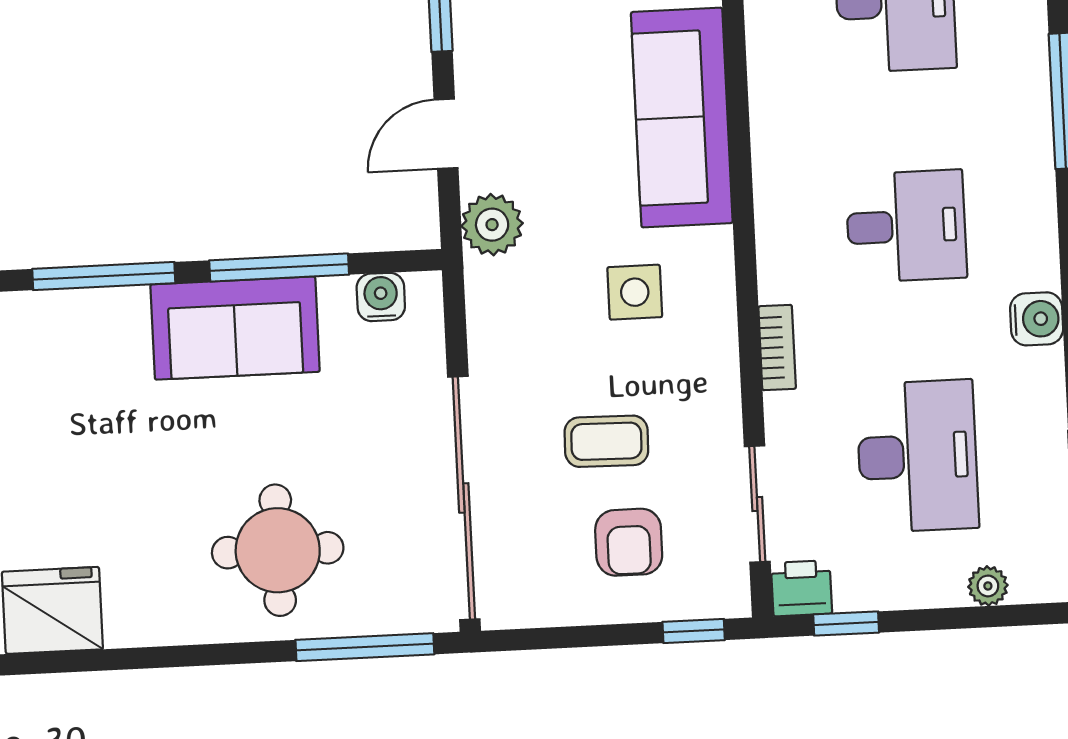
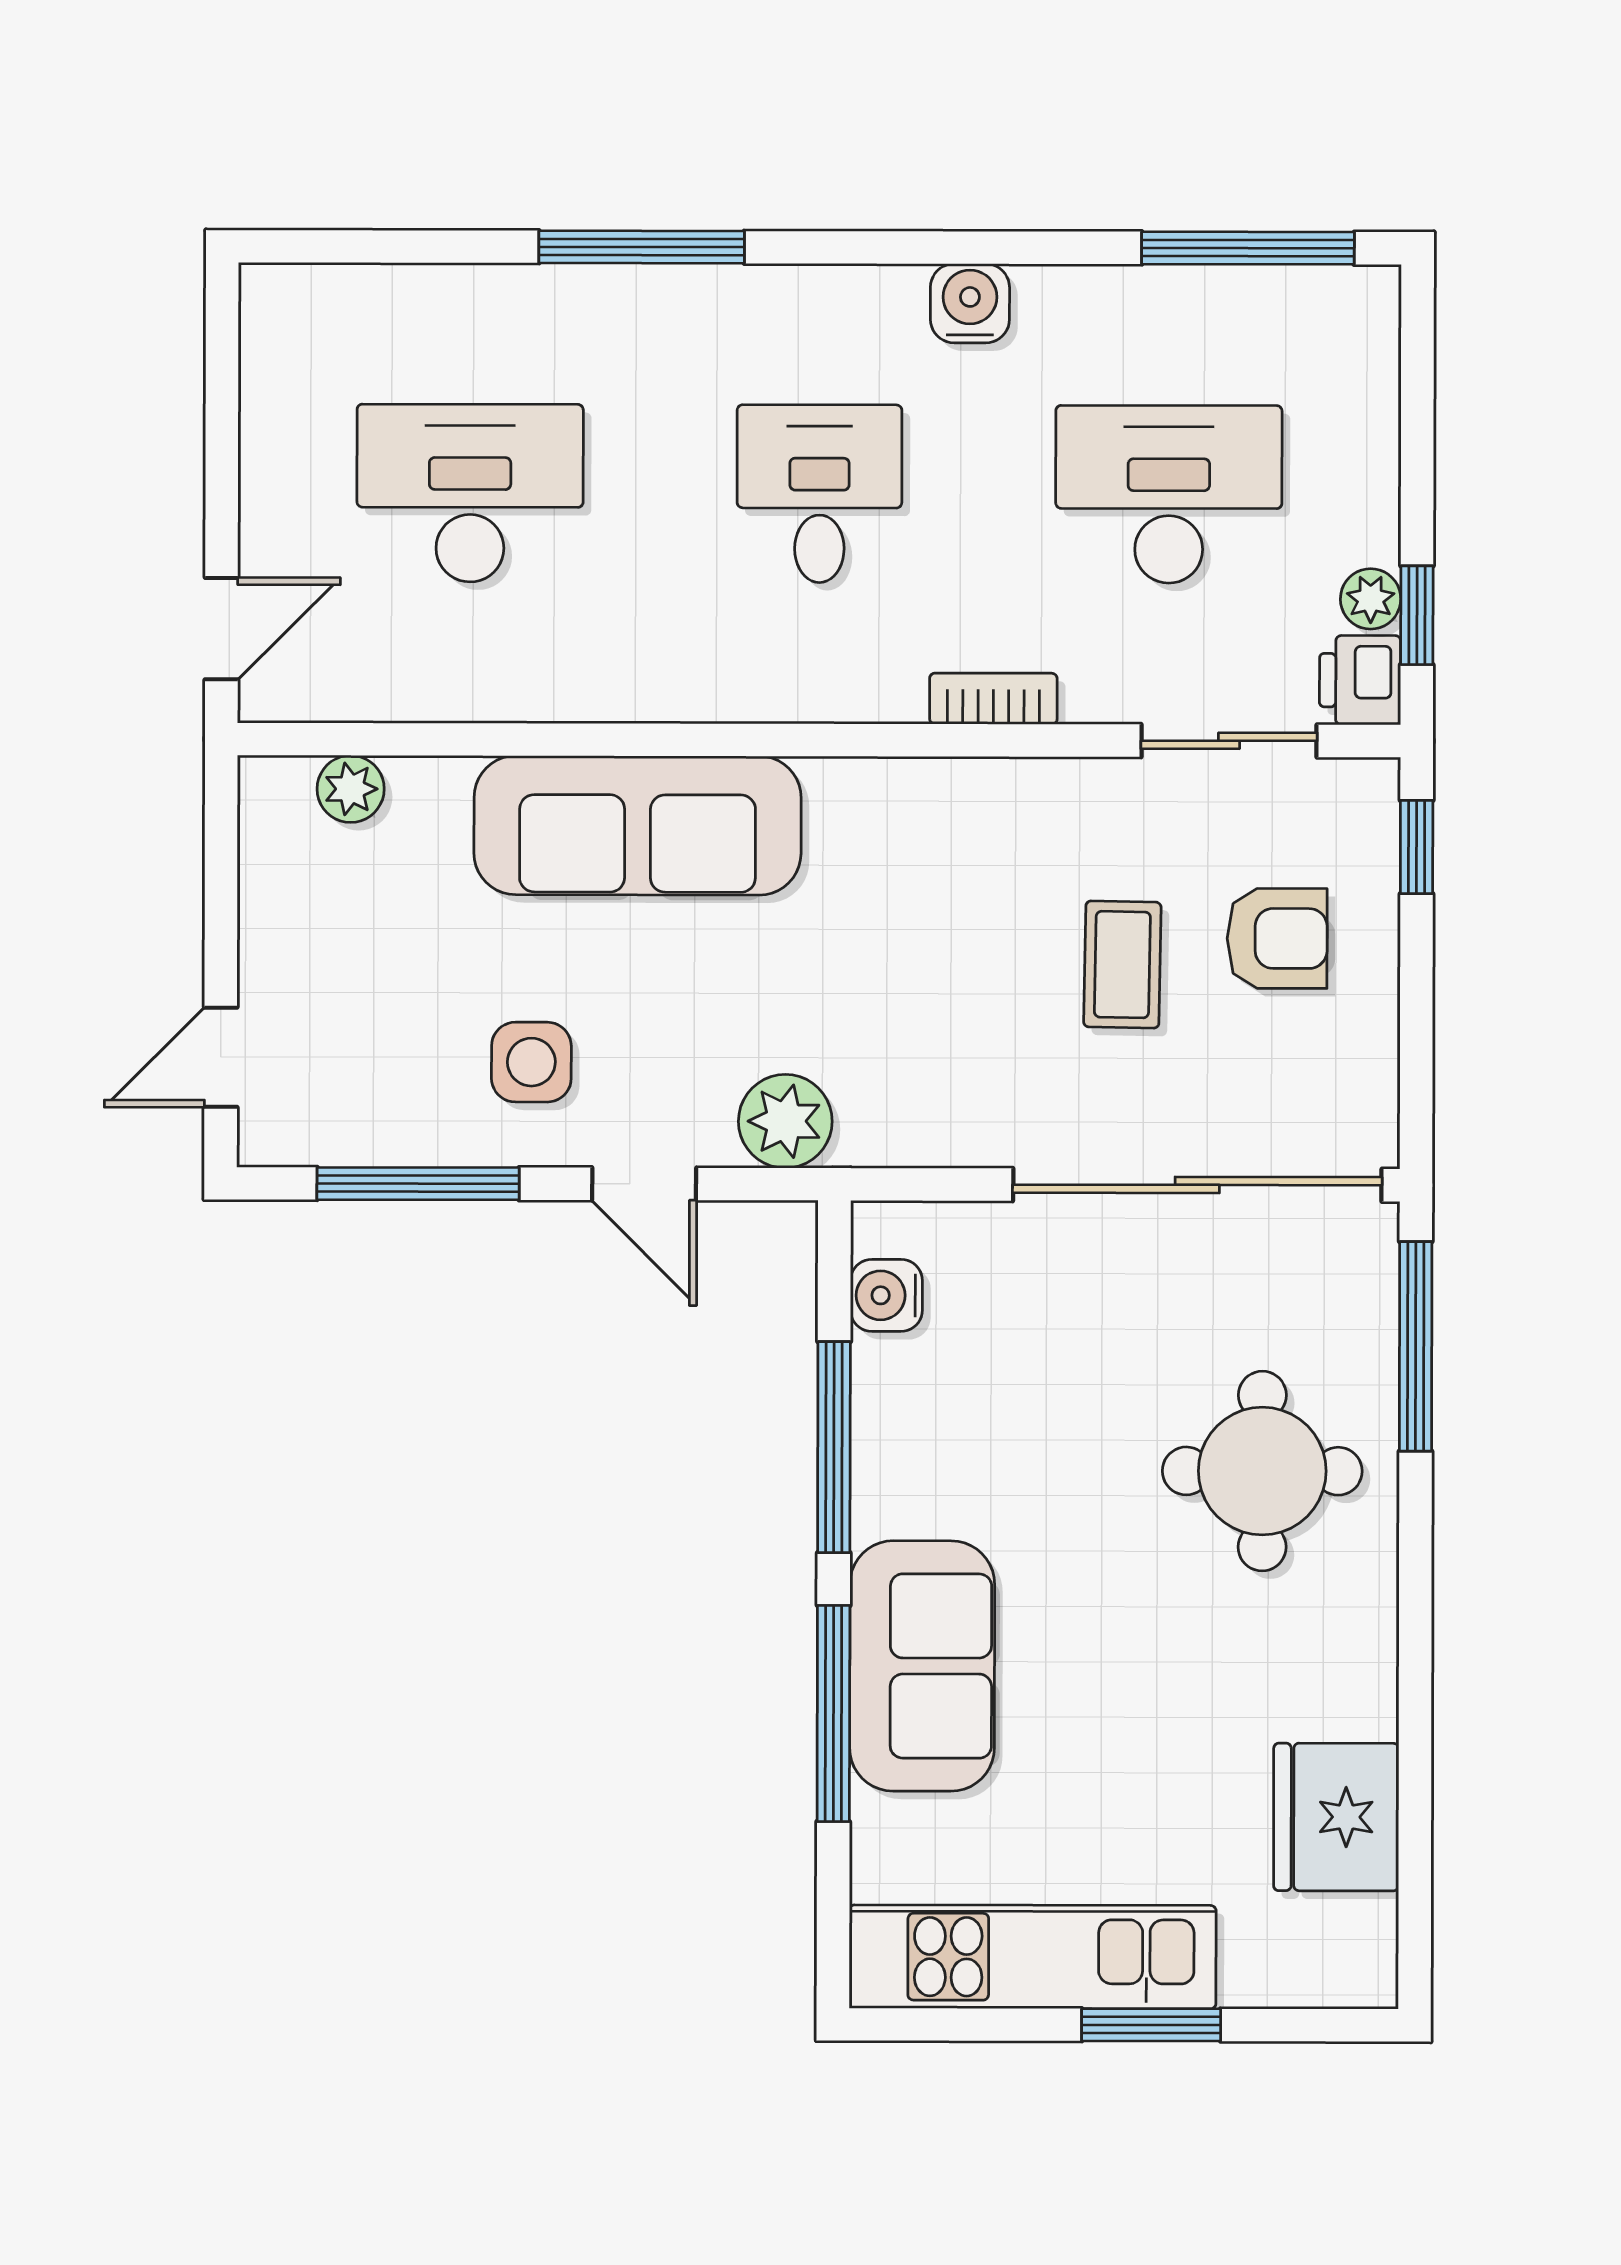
side table: (635, 292) -> (531, 1062), moved
sofa: (235, 328) -> (922, 1666), moved
plant: (988, 586) -> (1371, 599), moved

